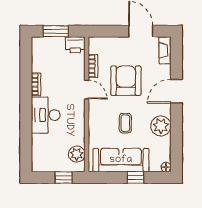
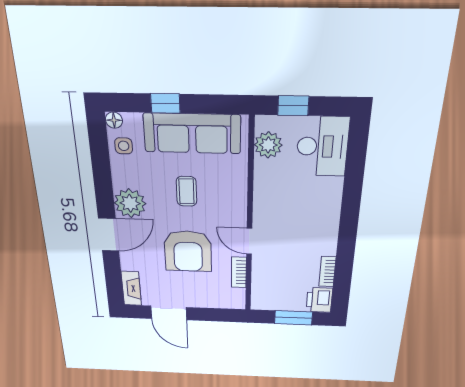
printer: (75, 45) -> (319, 300), moved, turned -90
bookcase: (36, 84) -> (327, 272), moved
desk: (46, 115) -> (322, 146), moved
plant: (161, 126) -> (130, 203), moved
side table: (162, 152) -> (124, 146), added

